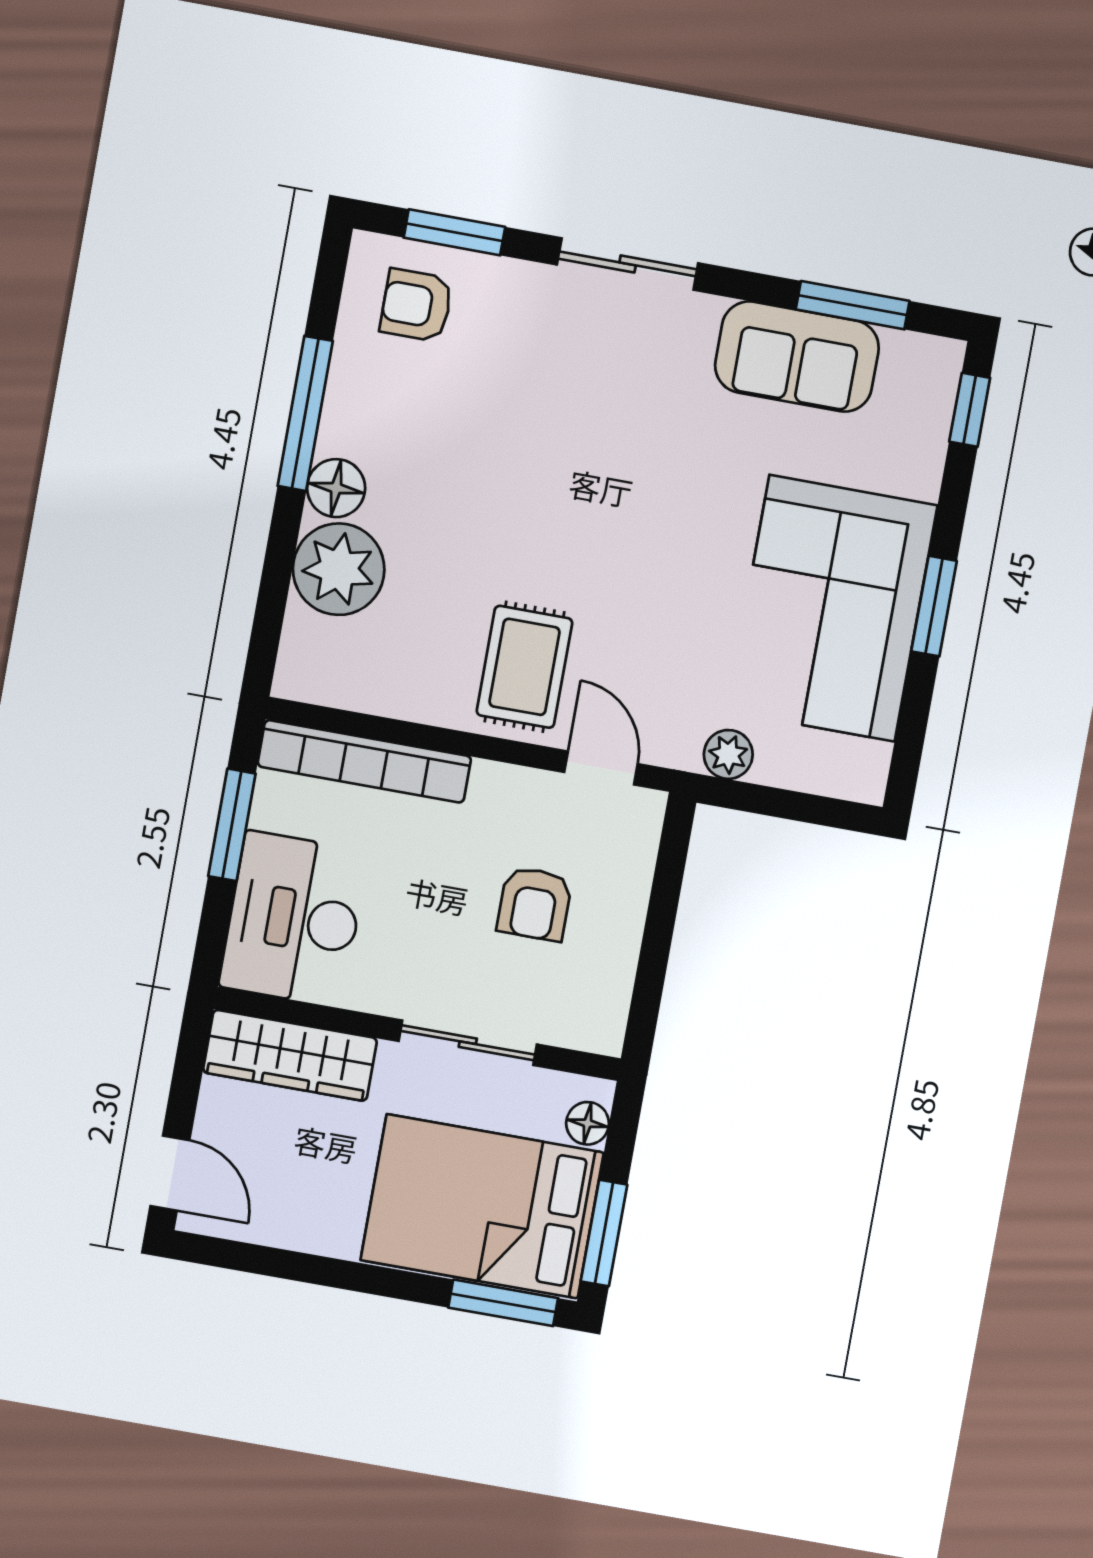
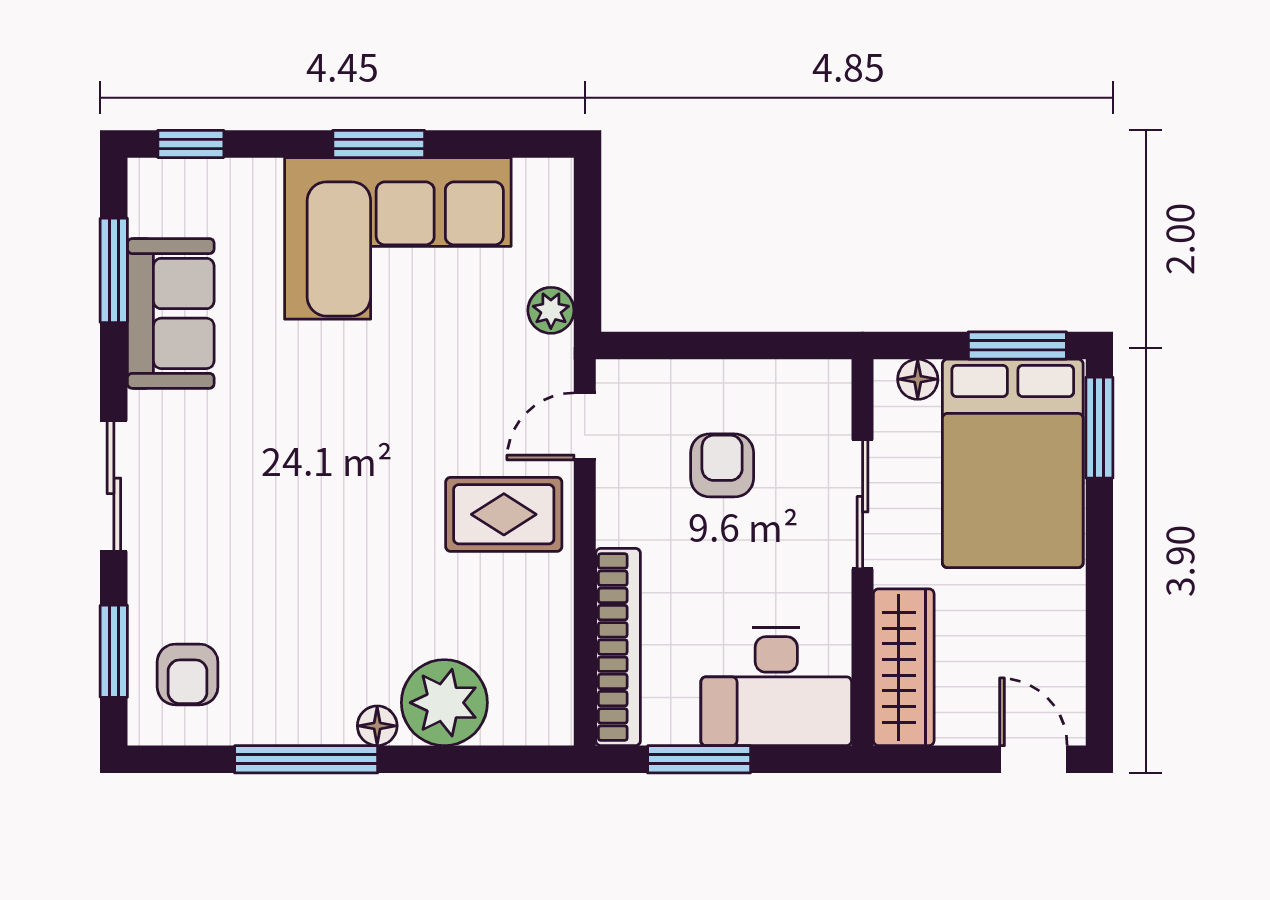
floor lamp: (336, 488) -> (377, 726), width x0.73, depth x0.73
armchair: (535, 904) -> (722, 465), turned -90
door: (170, 1173) -> (1033, 759), hinge flipped

